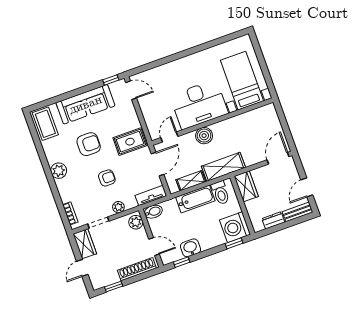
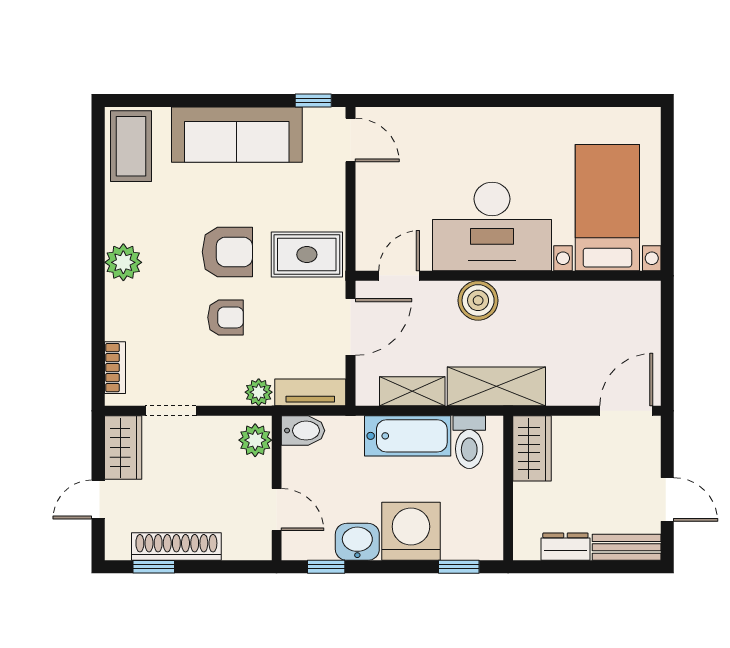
armchair: (89, 144) -> (227, 252), moved
door: (307, 187) -> (667, 499), swing flipped
plant: (118, 207) -> (259, 392), moved
washing machine: (235, 227) -> (411, 531), moved, turned 90
shoe rack: (137, 269) -> (176, 547), moved

